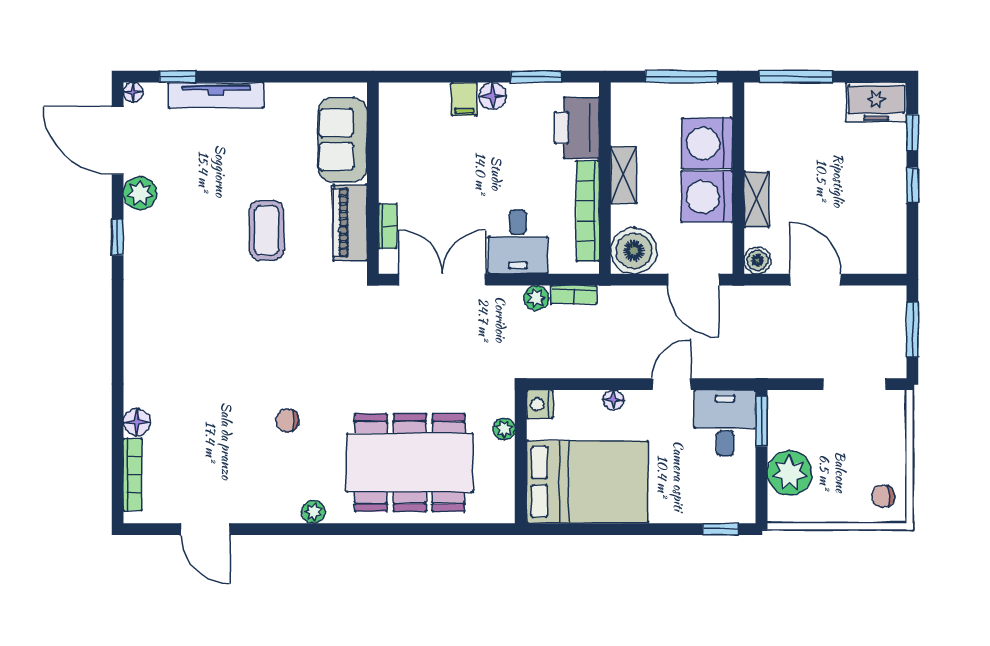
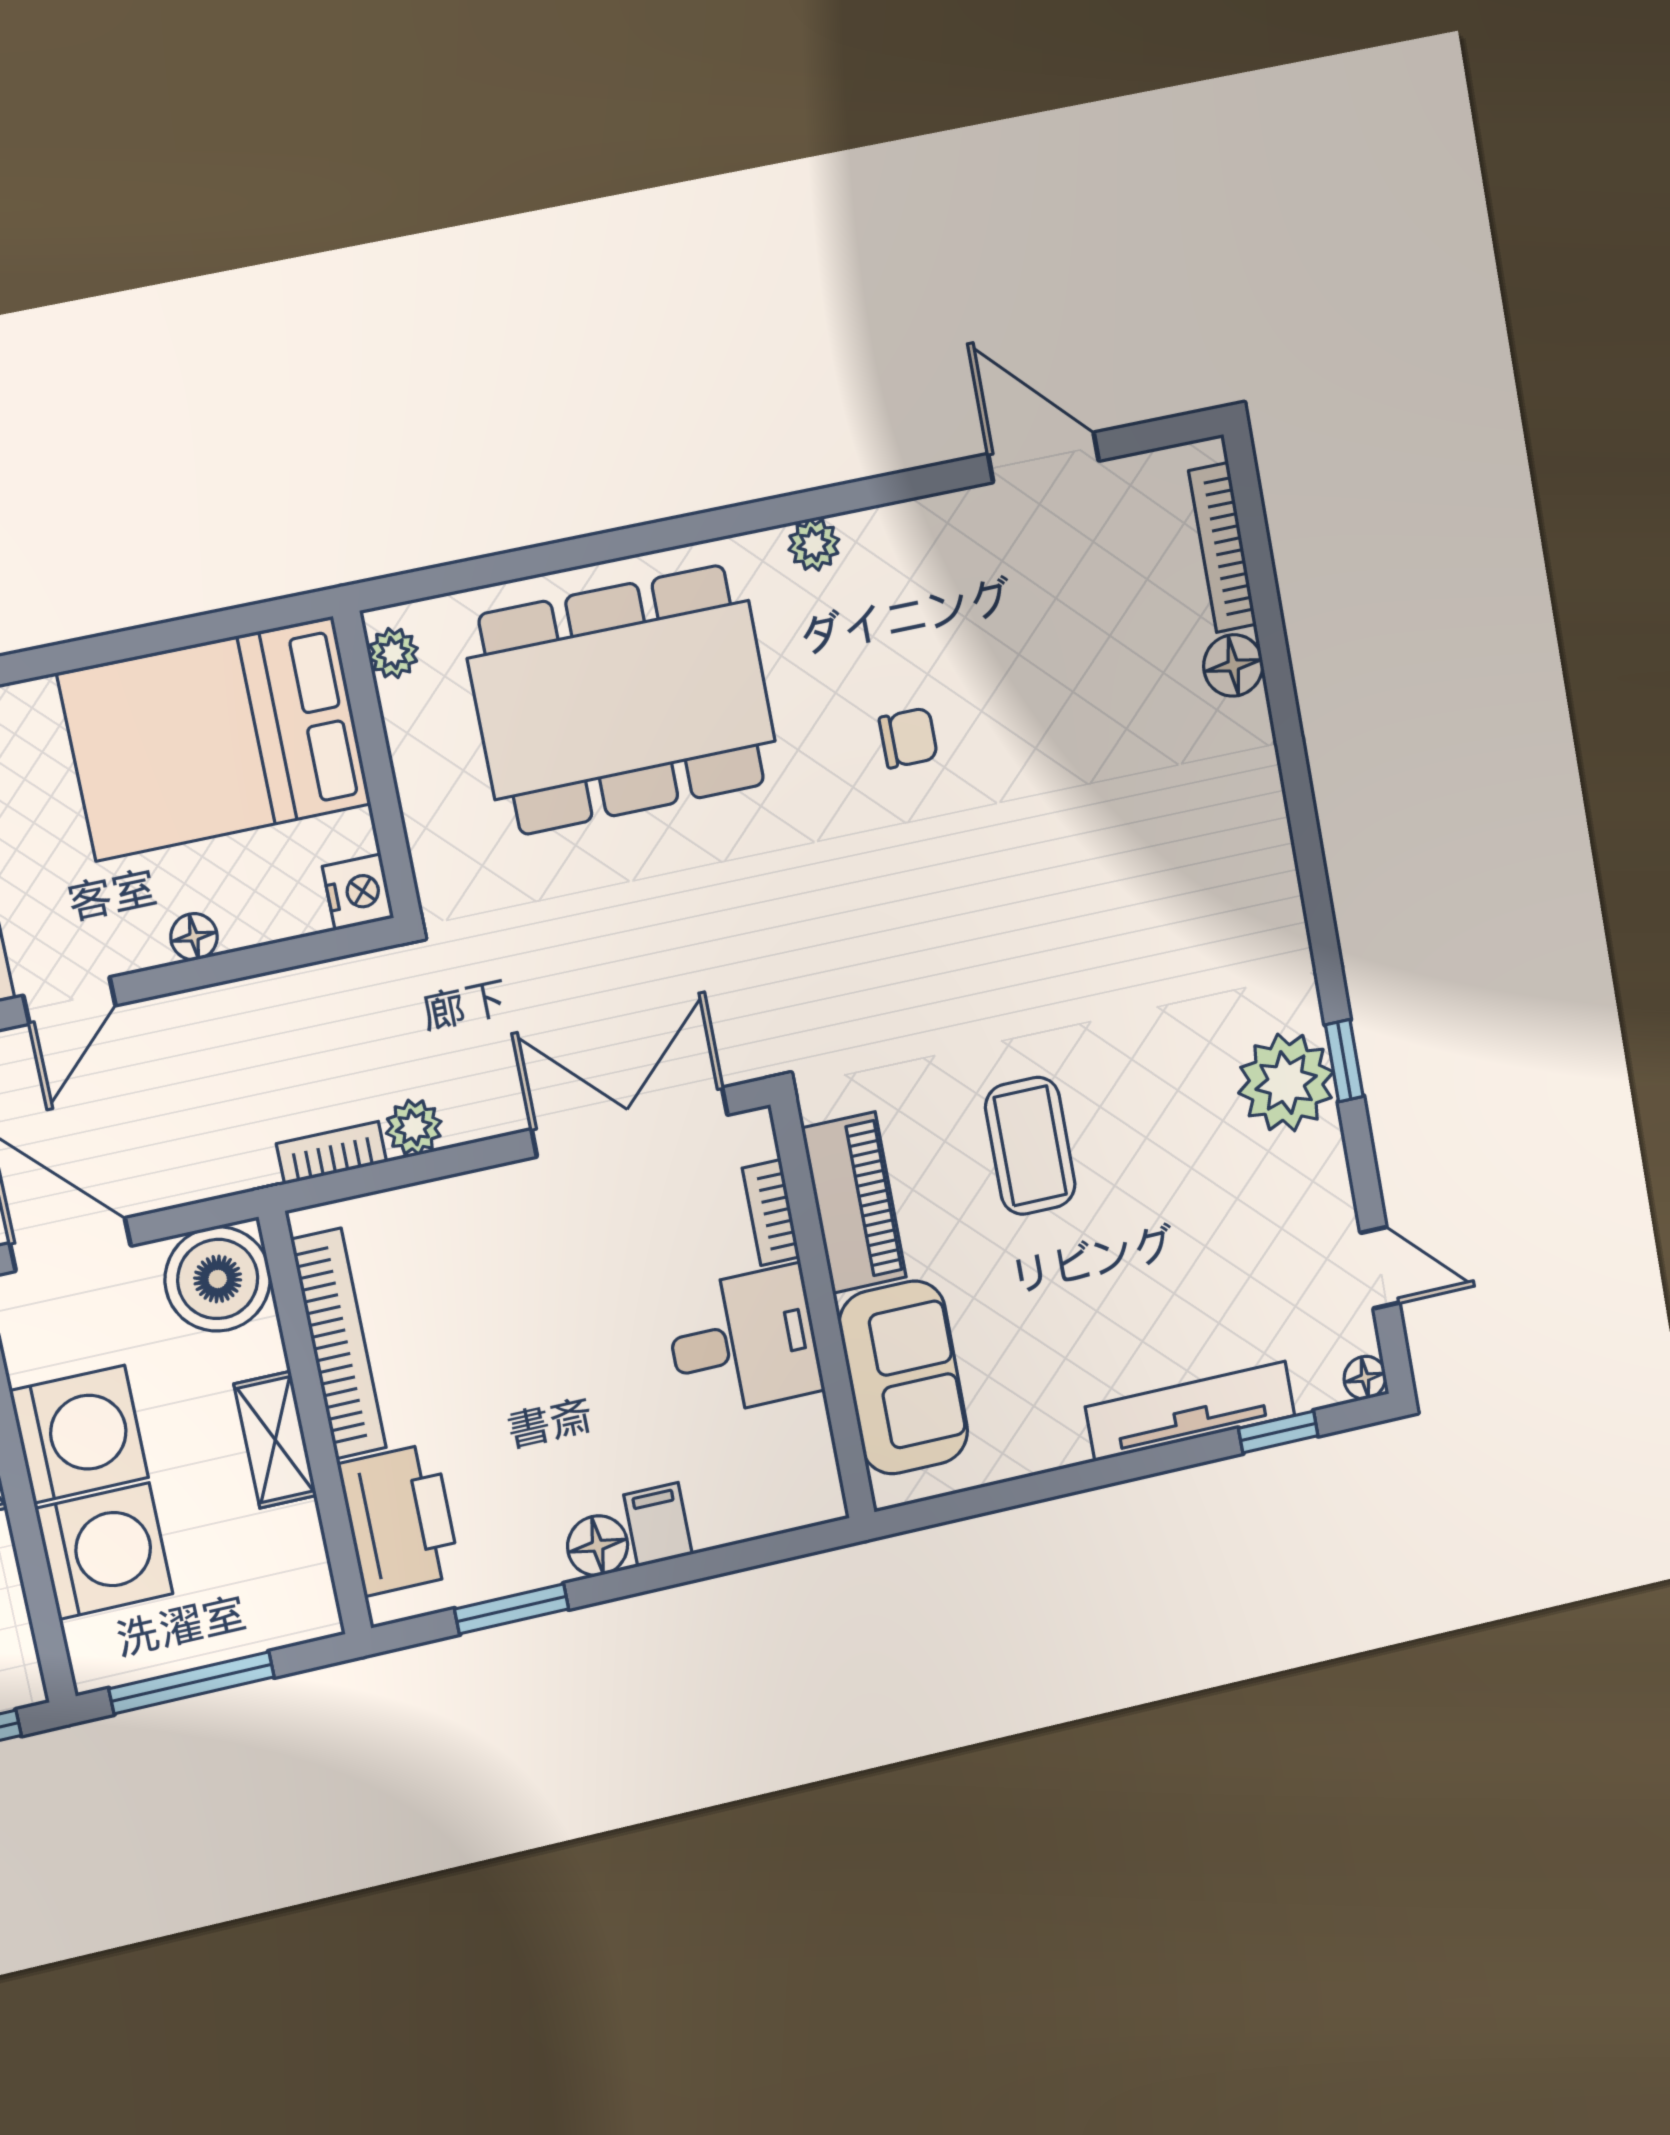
door: (118, 141) -> (1380, 1268), width x0.53
plant: (140, 193) -> (1286, 1083), moved, width x1.36, depth x1.36
desk: (518, 242) -> (744, 1342), moved, turned 90
double door: (442, 280) -> (630, 1122), swing flipped
plant: (504, 429) -> (393, 653), moved

